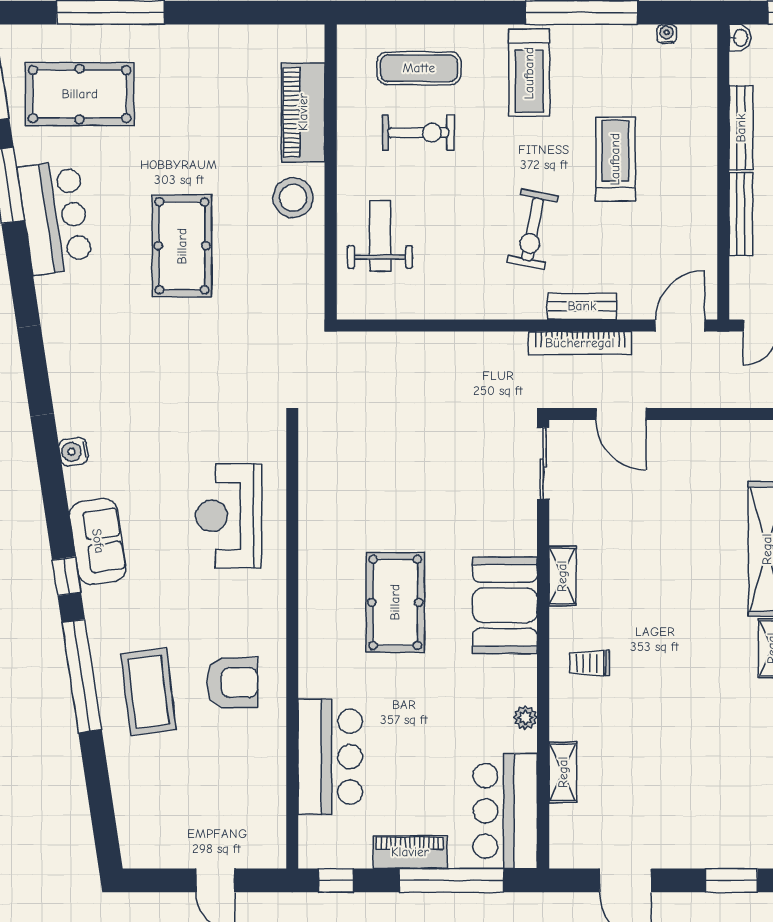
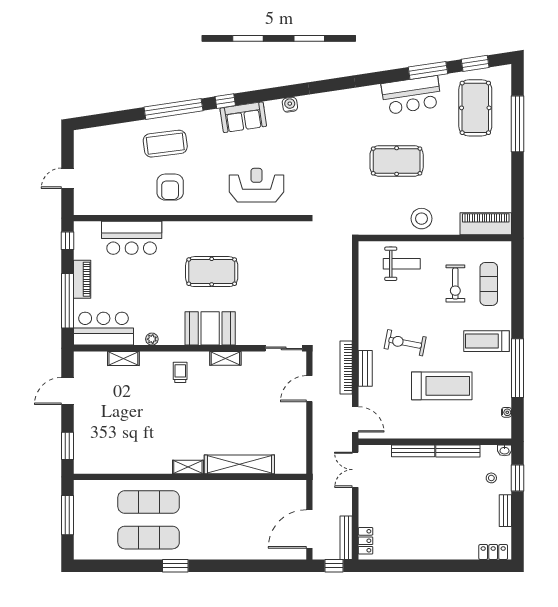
piano: (303, 112) -> (486, 224), moved
treadmill: (615, 159) -> (442, 386), width x1.37, depth x1.37

